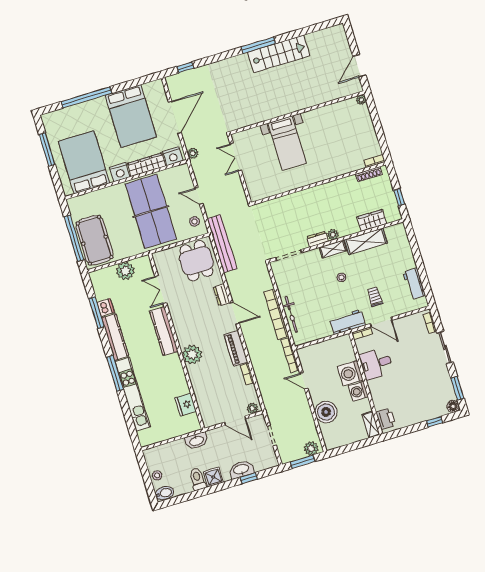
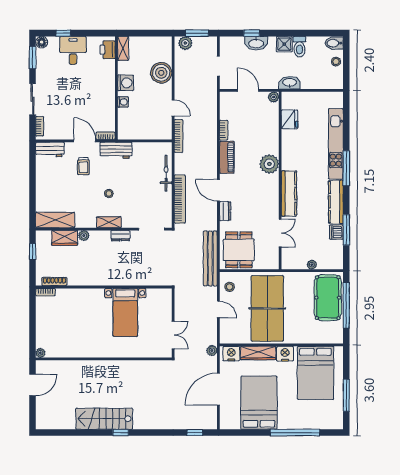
window: (258, 45) -> (121, 433), width x0.46
bed with nightstands: (287, 143) -> (125, 312), moved, turned 180
plant: (333, 235) -> (84, 236), moved
shelving: (366, 241) -> (55, 220), moved
plant: (125, 271) -> (312, 265), width x0.53, depth x0.53
workbench: (414, 284) -> (50, 149), moved, turned 90
bookcase: (276, 314) -> (180, 199), moved
desk: (376, 364) -> (73, 50), moved, turned -90
washing machine: (350, 373) -> (123, 102), width x0.53, depth x0.53
plant: (252, 408) -> (274, 97), moved

